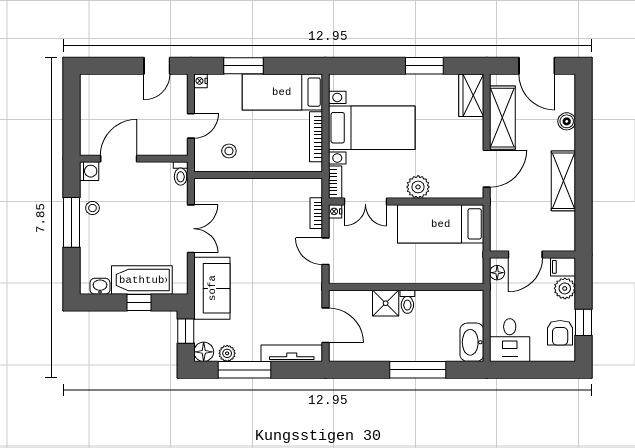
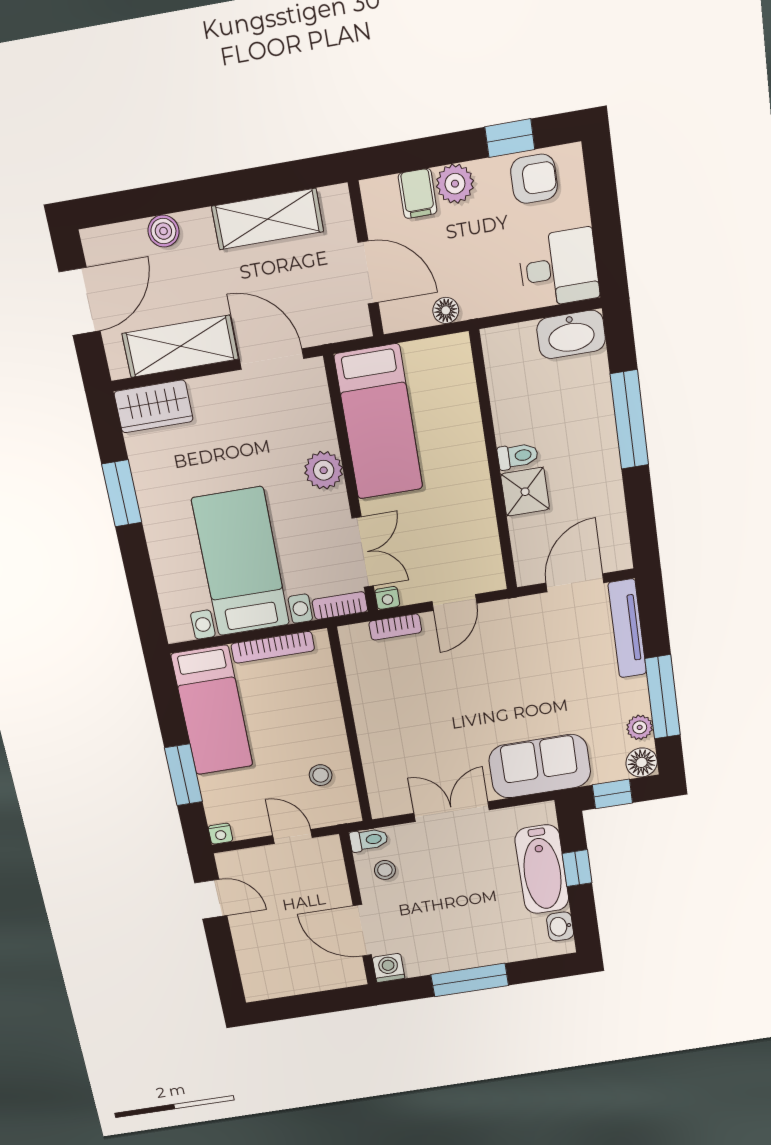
stool: (92, 208) -> (385, 870), moved
door: (525, 255) -> (368, 272), moved
wall: (533, 255) -> (366, 259), moved

